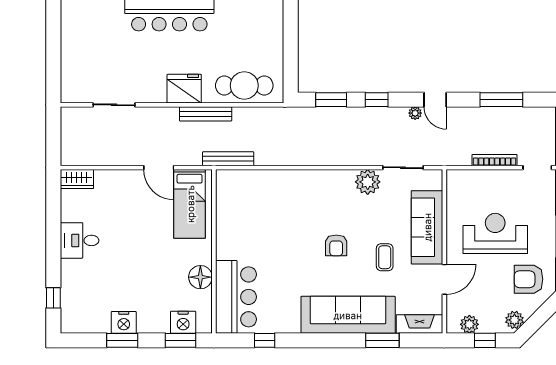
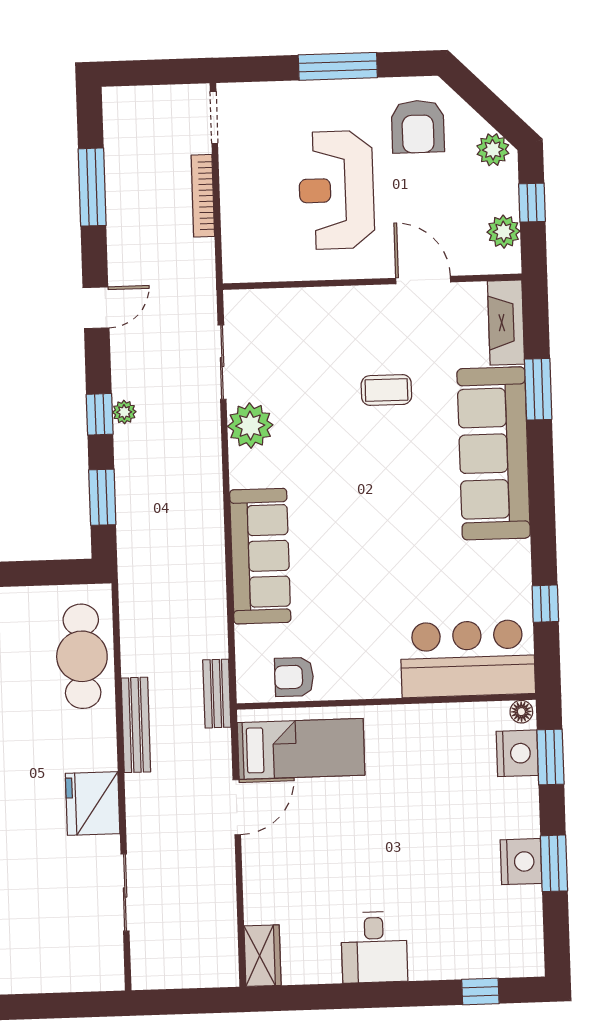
fridge: (184, 89) -> (93, 803), moved
plant: (415, 113) -> (124, 412), moved
bench: (228, 159) -> (217, 694), width x0.73
sofa: (427, 227) -> (260, 556), moved, turned -90
armchair: (336, 245) -> (294, 677), moved, turned 180
floor lamp: (200, 277) -> (521, 712), moved, width x0.53, depth x0.53

